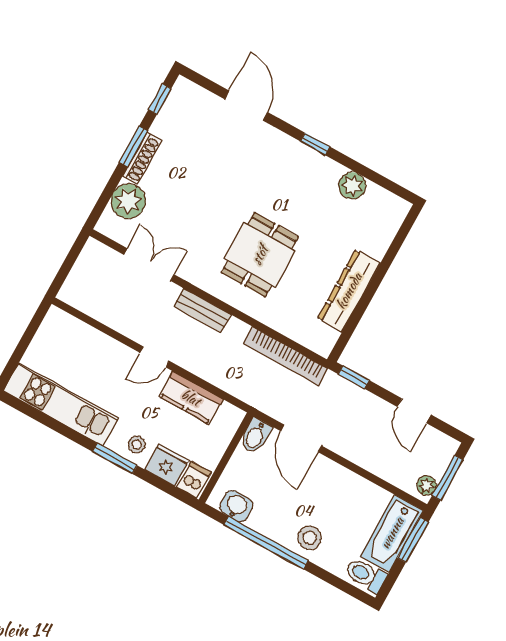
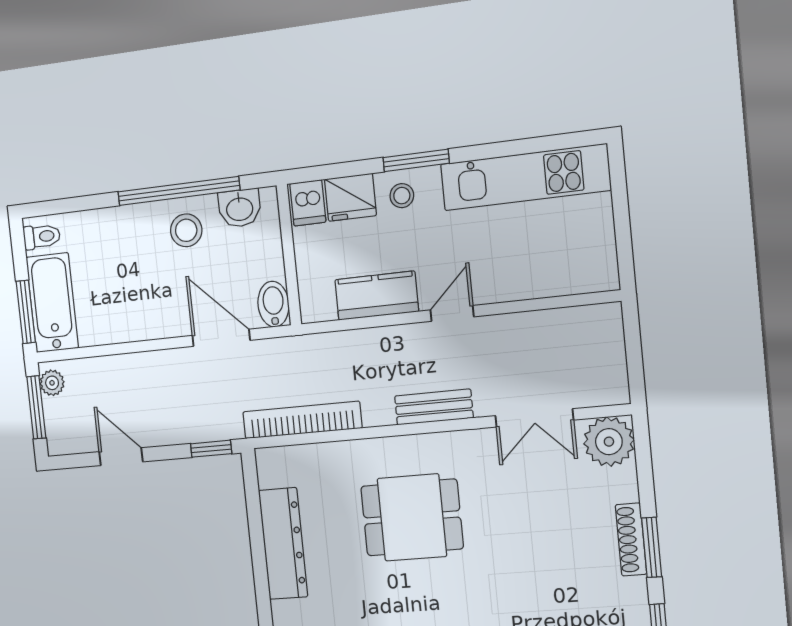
plant: (128, 201) -> (609, 442), moved
dining table: (260, 255) -> (412, 517), turned 90
stool: (310, 538) -> (186, 230), moved
toilet: (365, 575) -> (42, 237), width x0.73, depth x0.72

